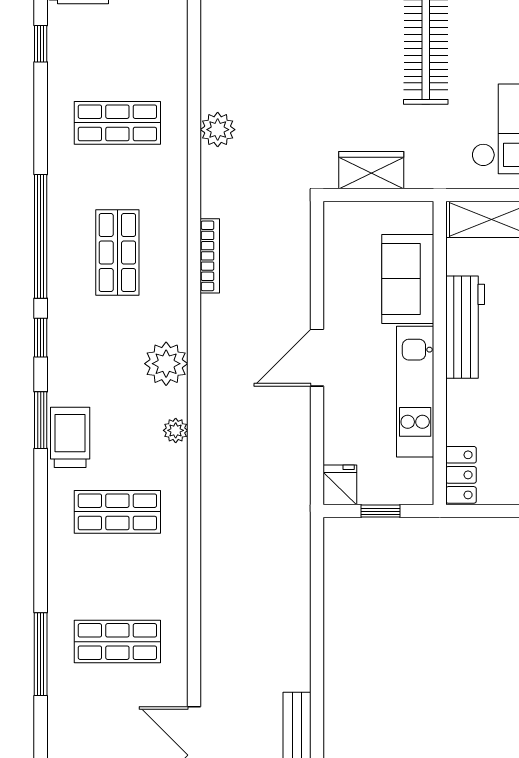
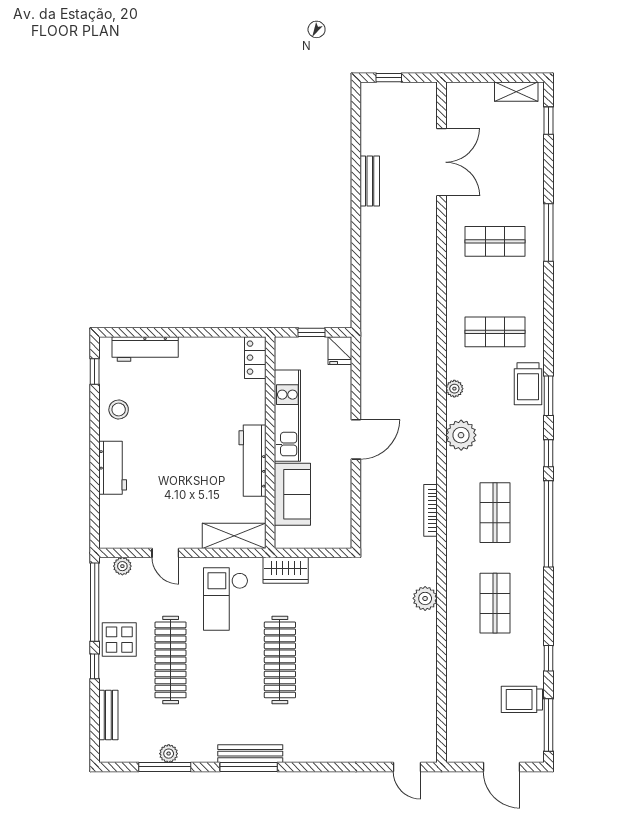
shop shelf: (117, 123) -> (495, 603), turned 90
wardrobe: (371, 170) -> (286, 570), moved

